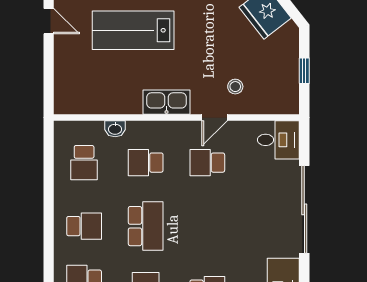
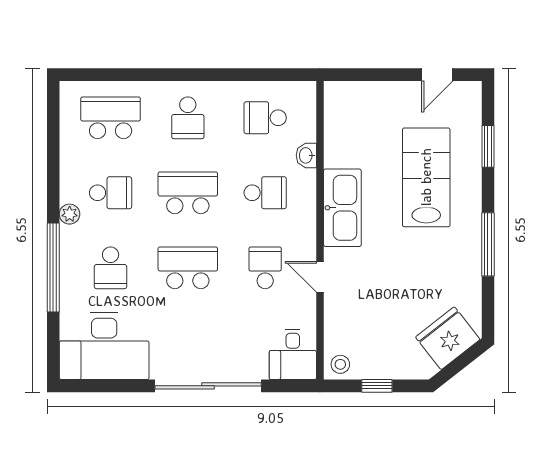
stool: (235, 87) -> (340, 364), moved
kitchen sink: (166, 102) -> (342, 208), width x1.36, depth x1.24
school desk: (146, 163) -> (265, 193), turned 90
school desk: (146, 226) -> (188, 193), turned 180
school desk: (207, 226) -> (188, 268), added

